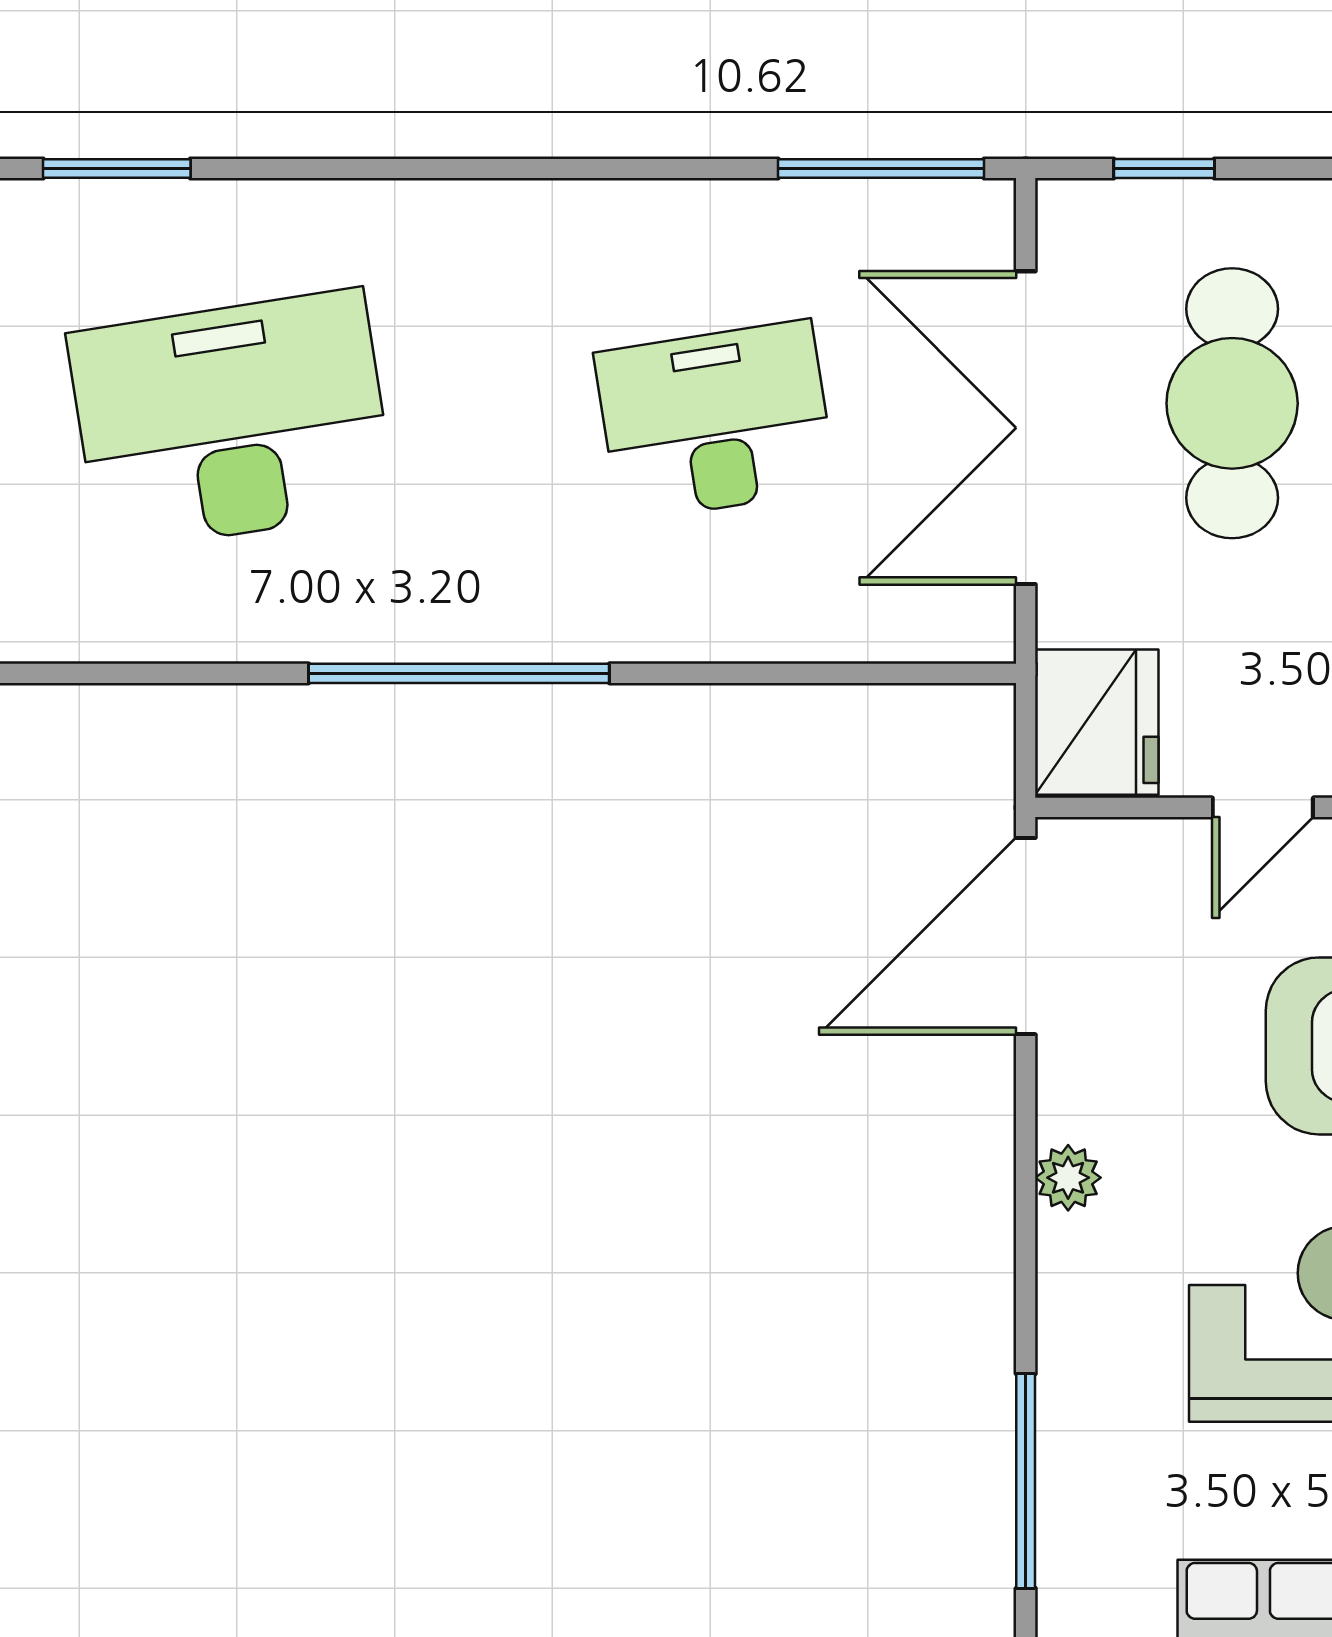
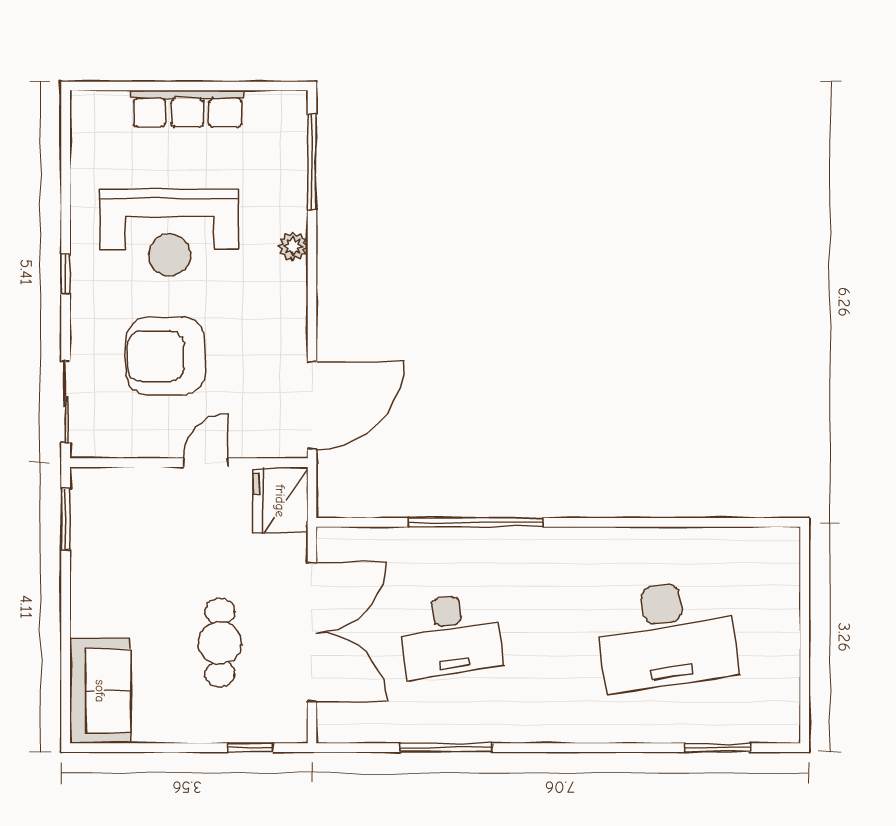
window: (881, 169) -> (446, 748), moved
cafe table: (1232, 403) -> (220, 643), width x0.73, depth x0.74
window: (459, 673) -> (475, 522), moved
plant: (1068, 1178) -> (293, 246), moved

